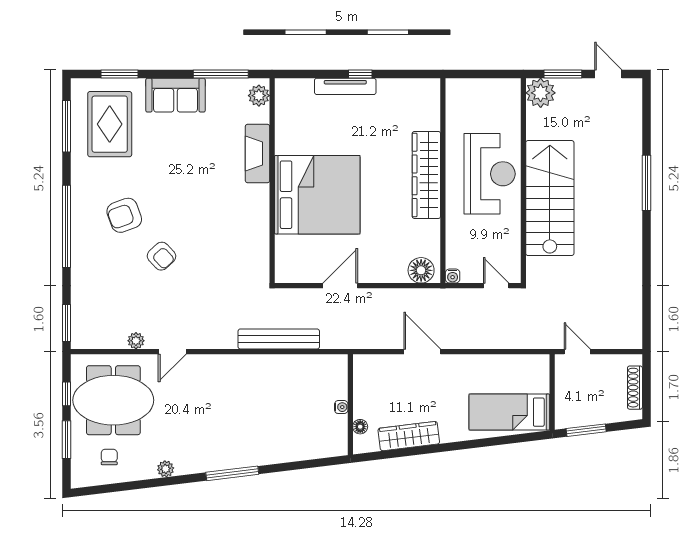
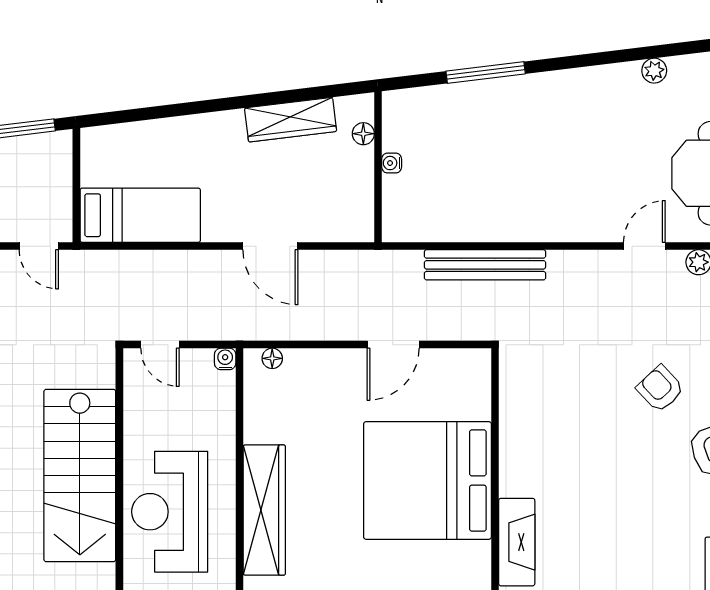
floor lamp: (421, 270) -> (272, 358), width x0.53, depth x0.53
bed: (509, 412) -> (140, 215), moved
window: (232, 473) -> (486, 72), moved

